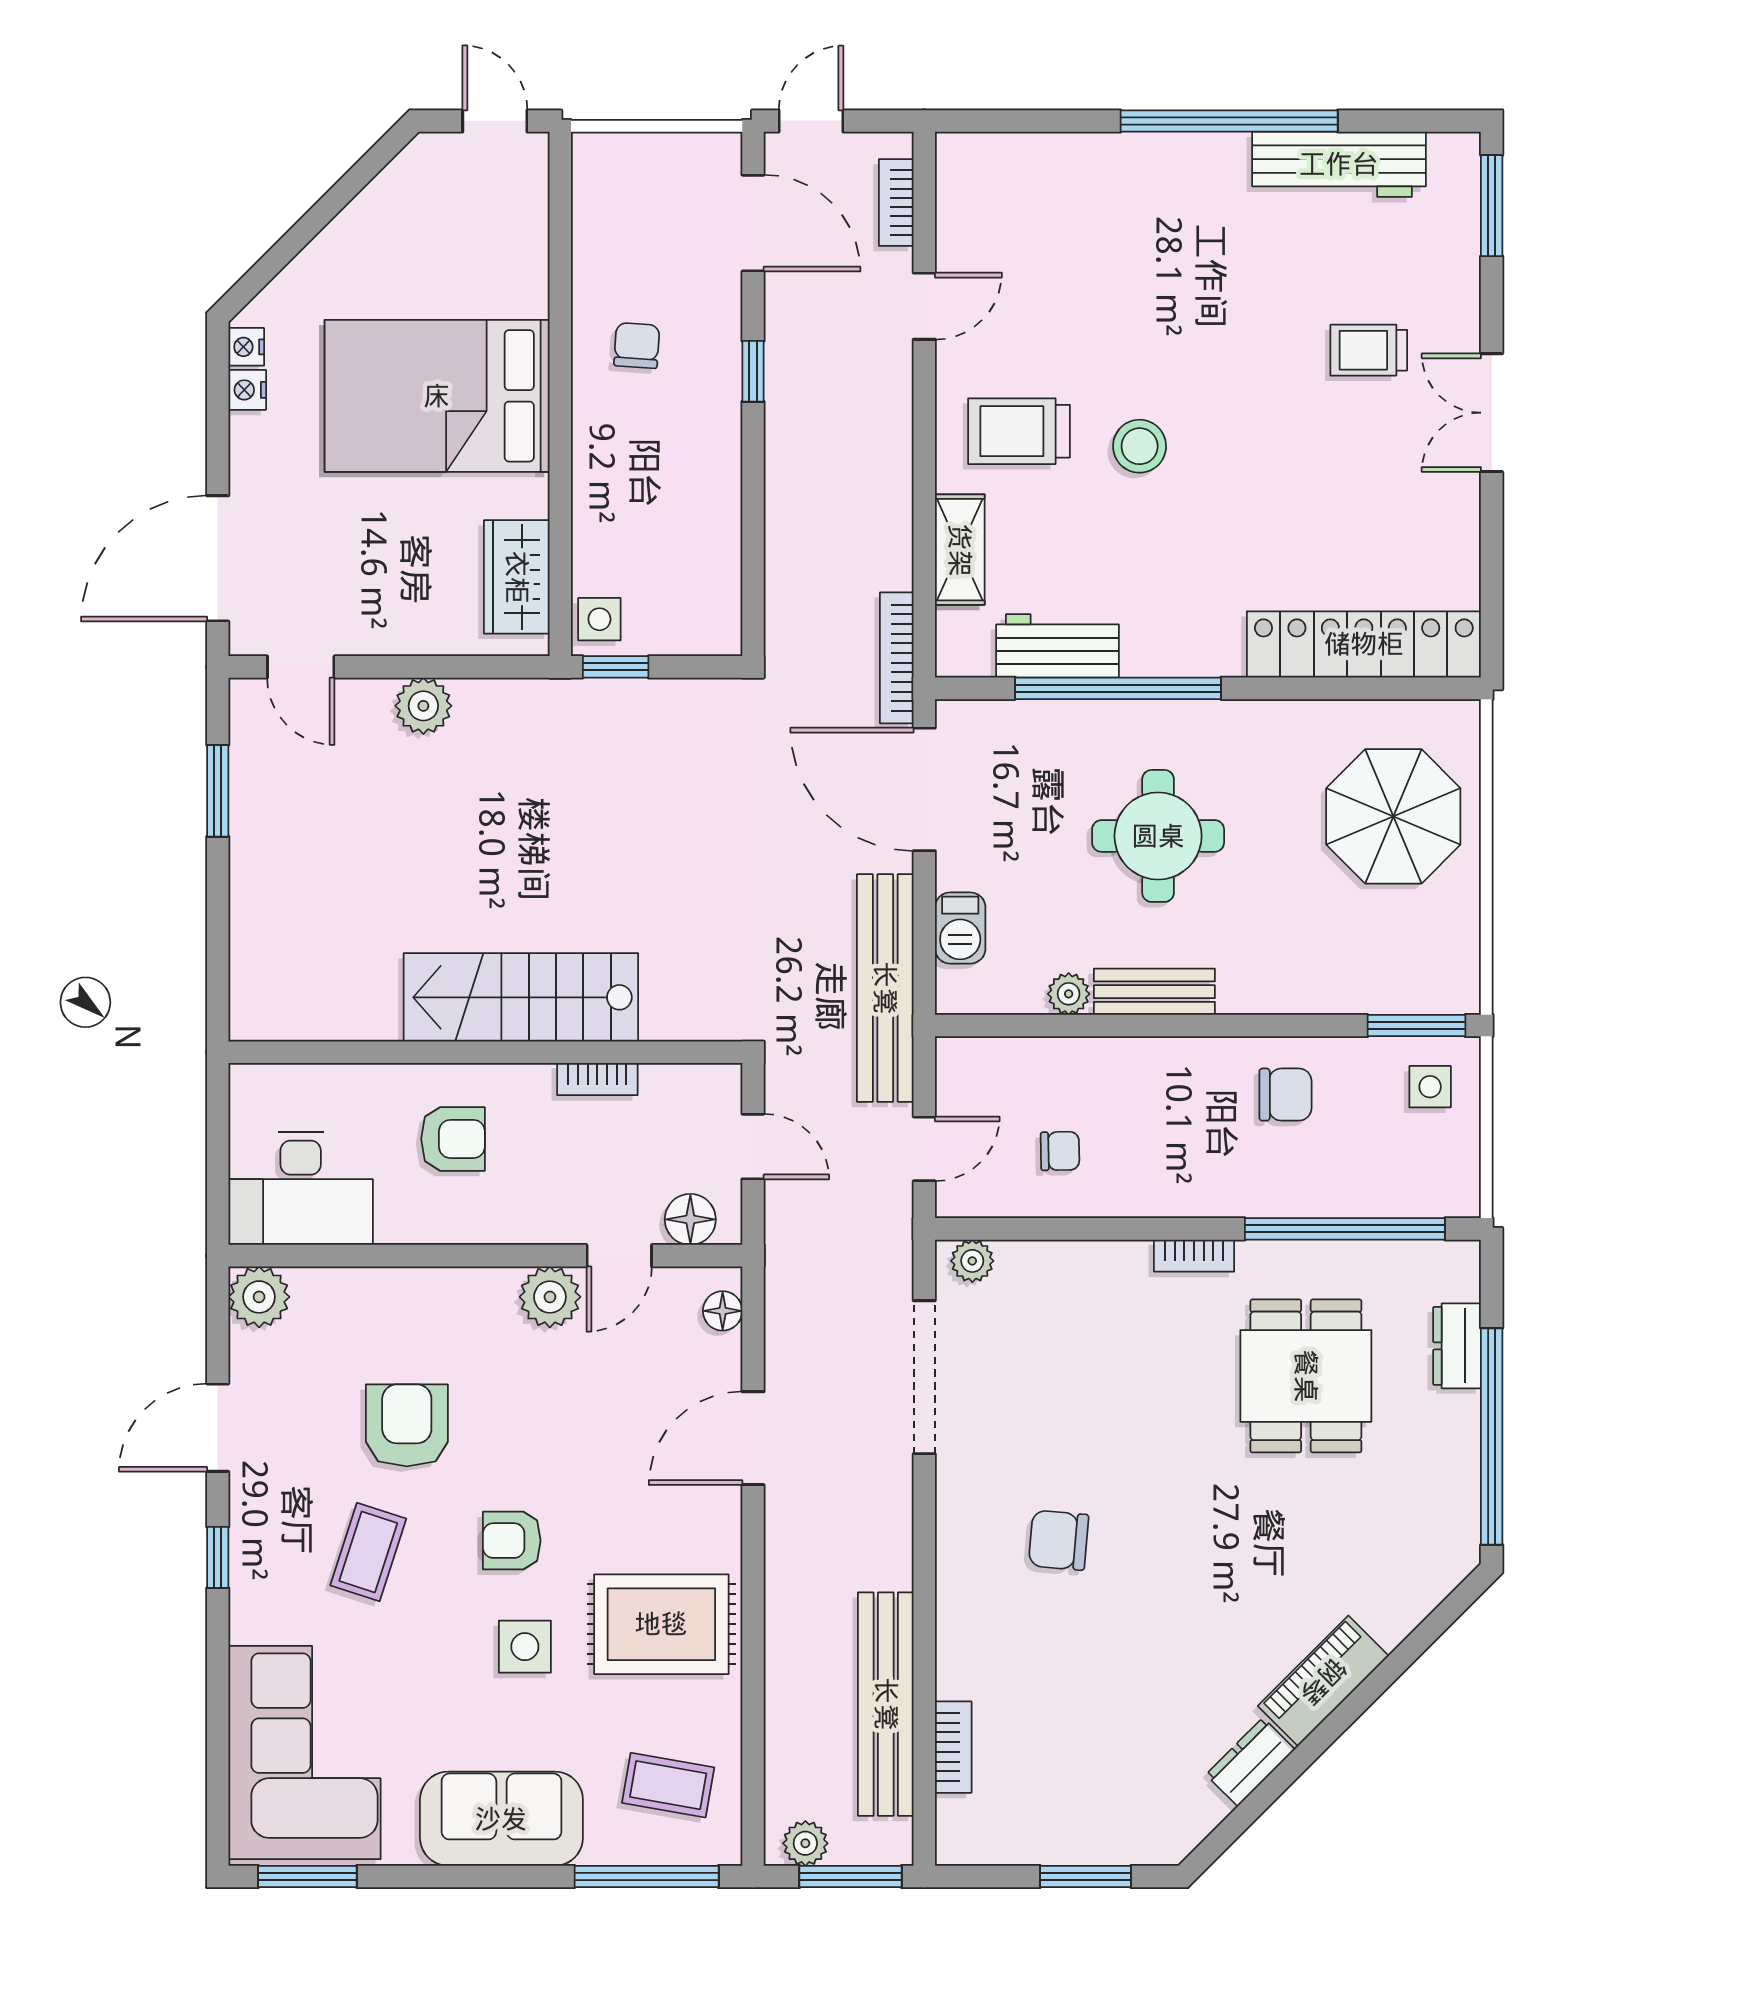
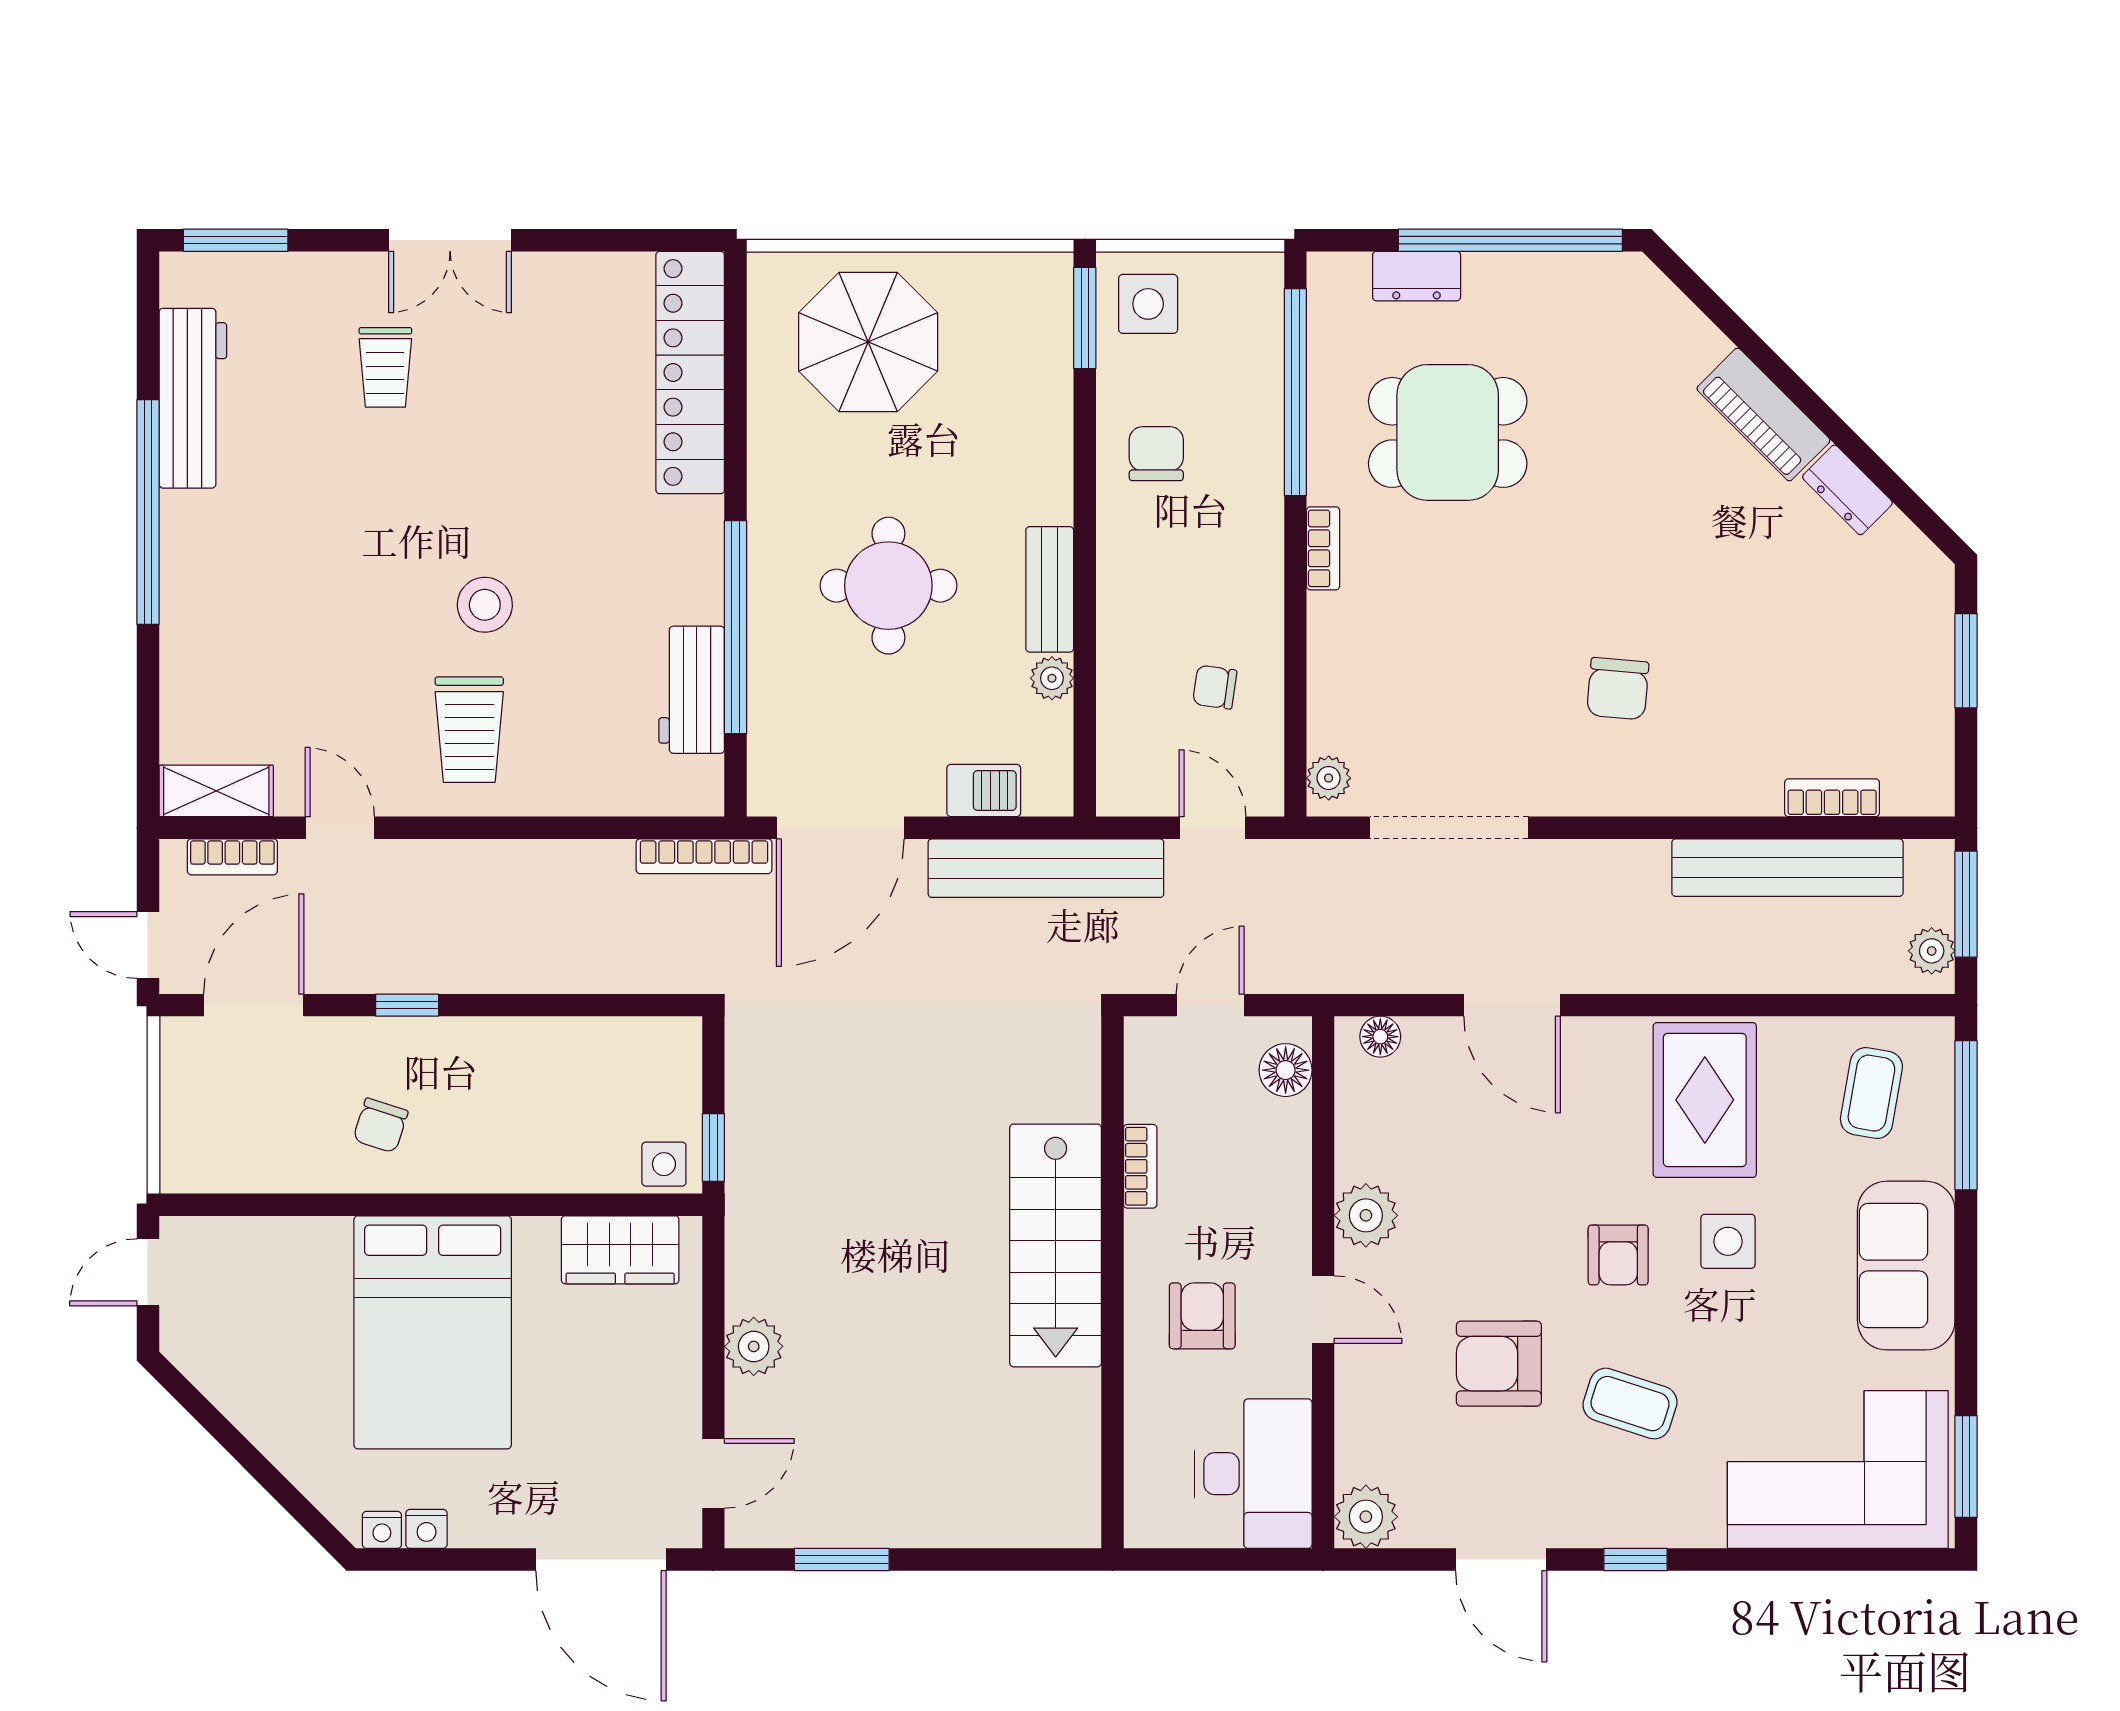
chair: (637, 346) -> (381, 1125), turned -76
shelving: (960, 550) -> (216, 791), moved
side table: (1430, 1087) -> (1148, 304), width x1.37, depth x1.37
chair: (1060, 1151) -> (1215, 687), turned -81
door: (619, 1256) -> (1323, 1310), moved

